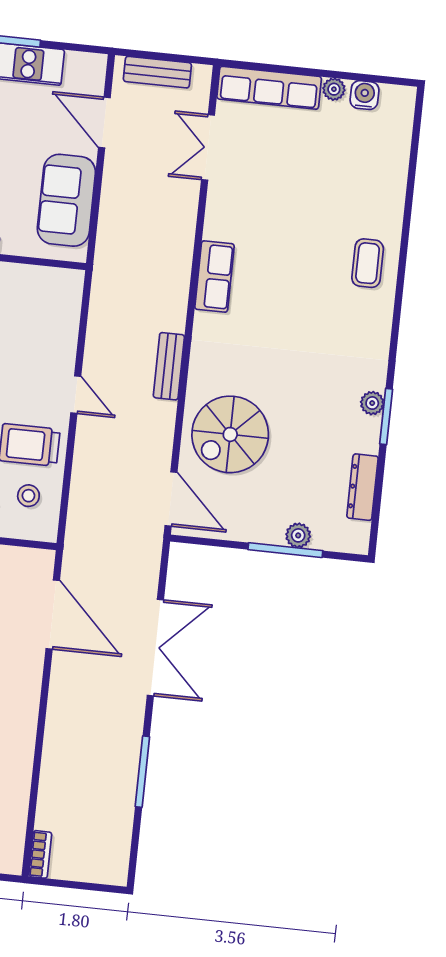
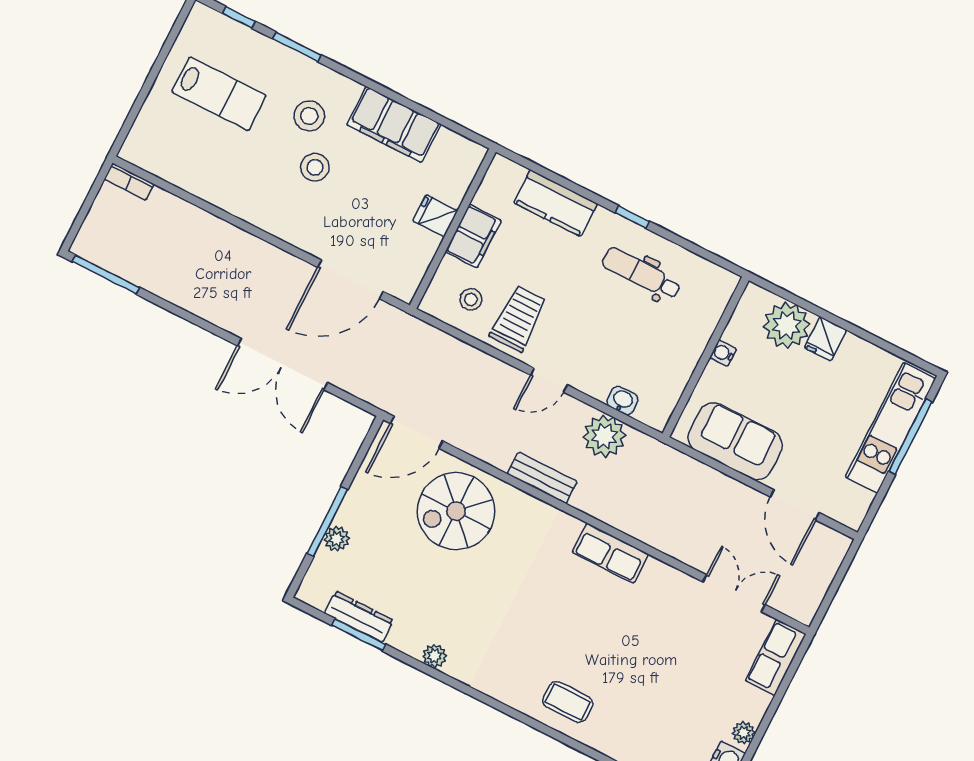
bench: (157, 72) -> (823, 573), removed
row of seats: (269, 88) -> (776, 657), width x0.68
door: (104, 123) -> (795, 505), swing flipped
washbasin: (69, 319) -> (622, 400), added
plant: (108, 323) -> (604, 436), added
window: (386, 416) -> (359, 635), moved
spiral stairs: (230, 434) -> (456, 511), turned -90
window: (142, 772) -> (106, 275), moved

